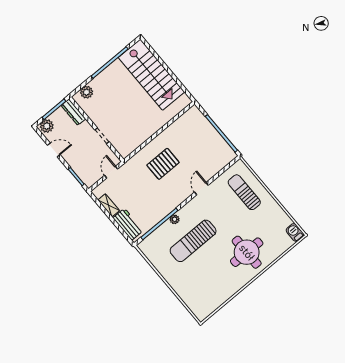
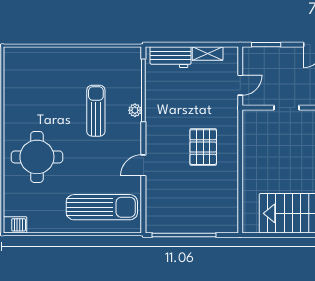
door: (111, 172) -> (240, 85), hinge flipped
door: (201, 189) -> (143, 165), swing flipped
sun lounger: (244, 192) -> (102, 207), width x1.36, depth x1.34
sun lounger: (193, 241) -> (96, 111), width x0.73, depth x0.75

